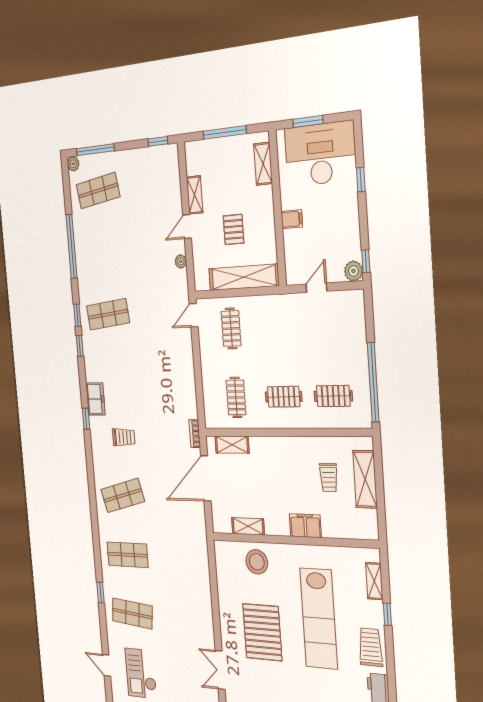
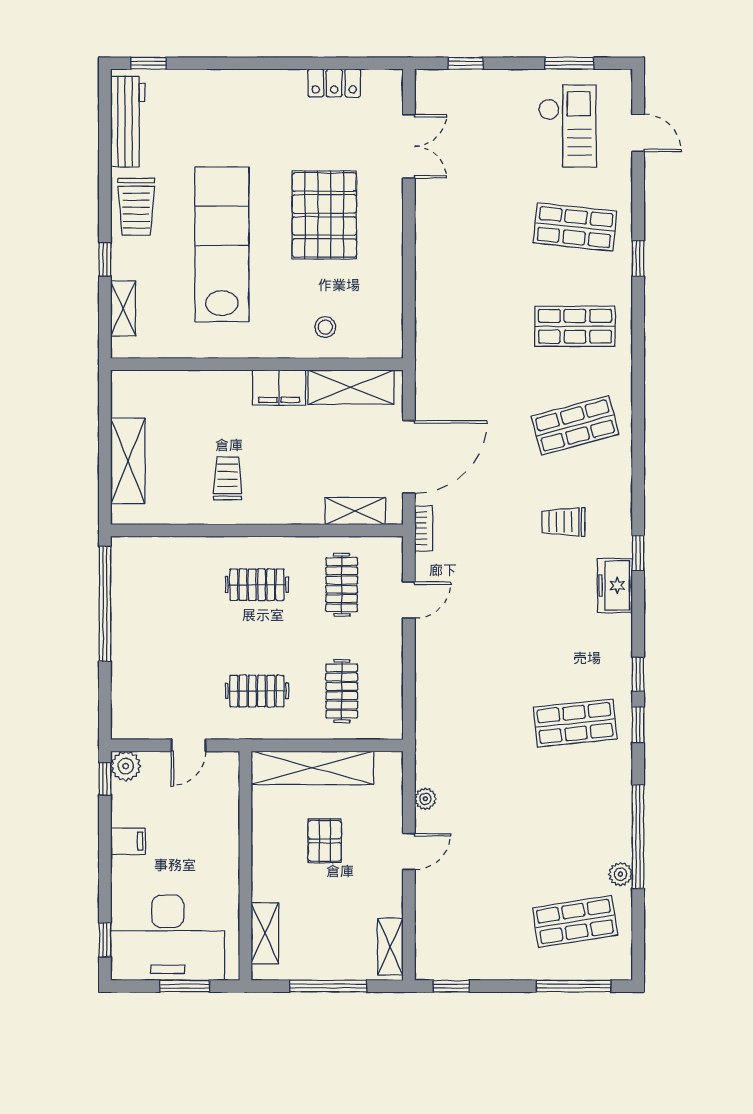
plant: (73, 164) -> (620, 874), moved
window: (361, 180) -> (105, 940), moved
shelving: (195, 195) -> (390, 947), moved
filing cabinet: (292, 219) -> (128, 841), moved, turned 180
door: (194, 315) -> (409, 600), moved
clothes rail: (333, 396) -> (257, 691), moved
trolley: (329, 478) -> (228, 478), moved
shelving: (248, 526) -> (351, 387), width x1.50, depth x1.33
filing cabinet: (305, 526) -> (279, 388), moved
stool: (257, 562) -> (325, 327), width x0.53, depth x0.53

